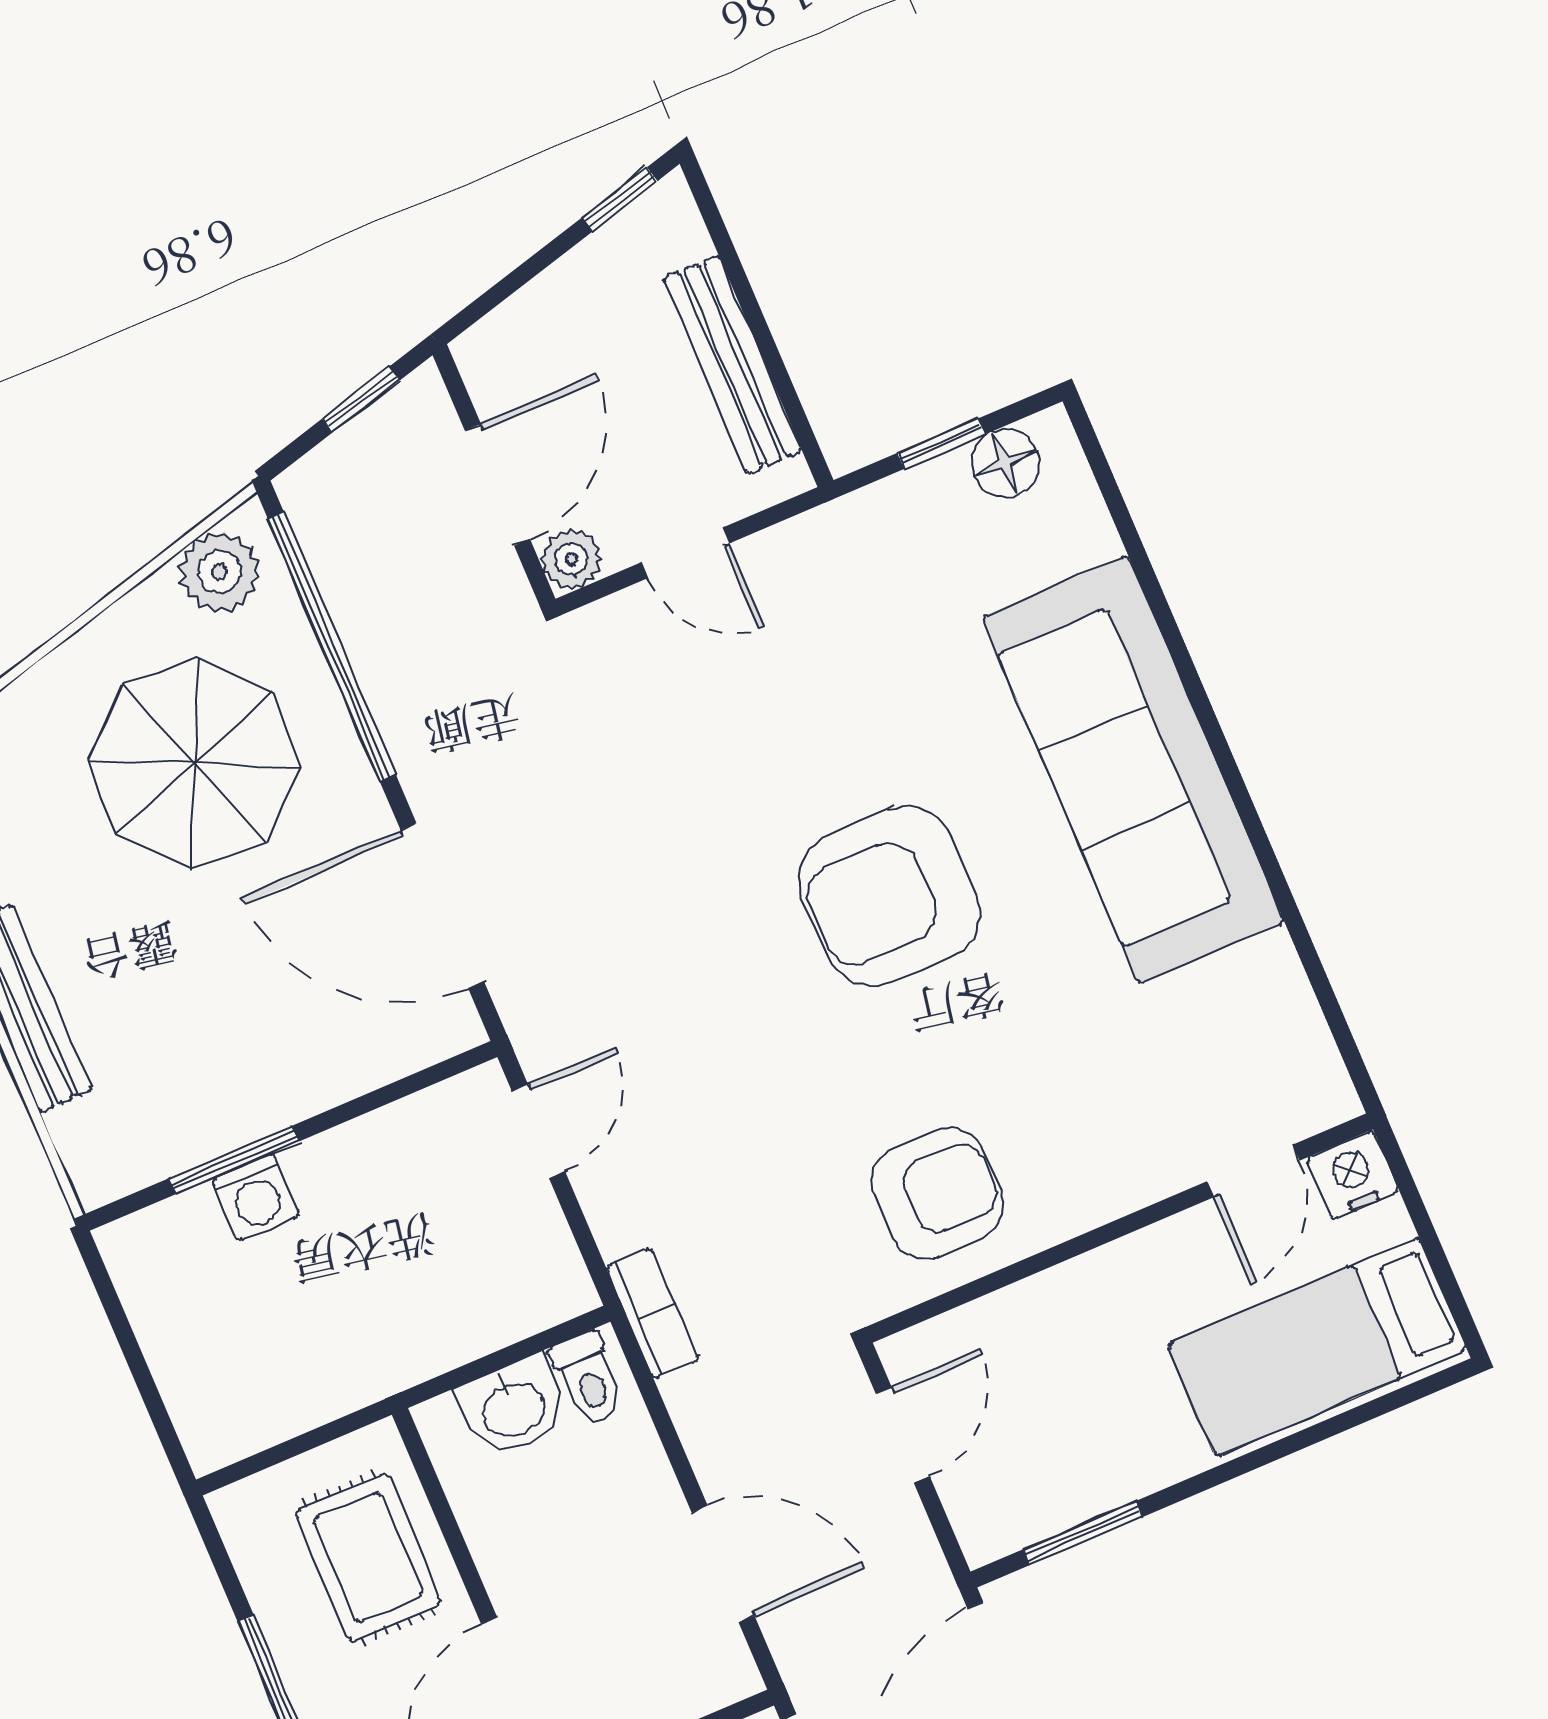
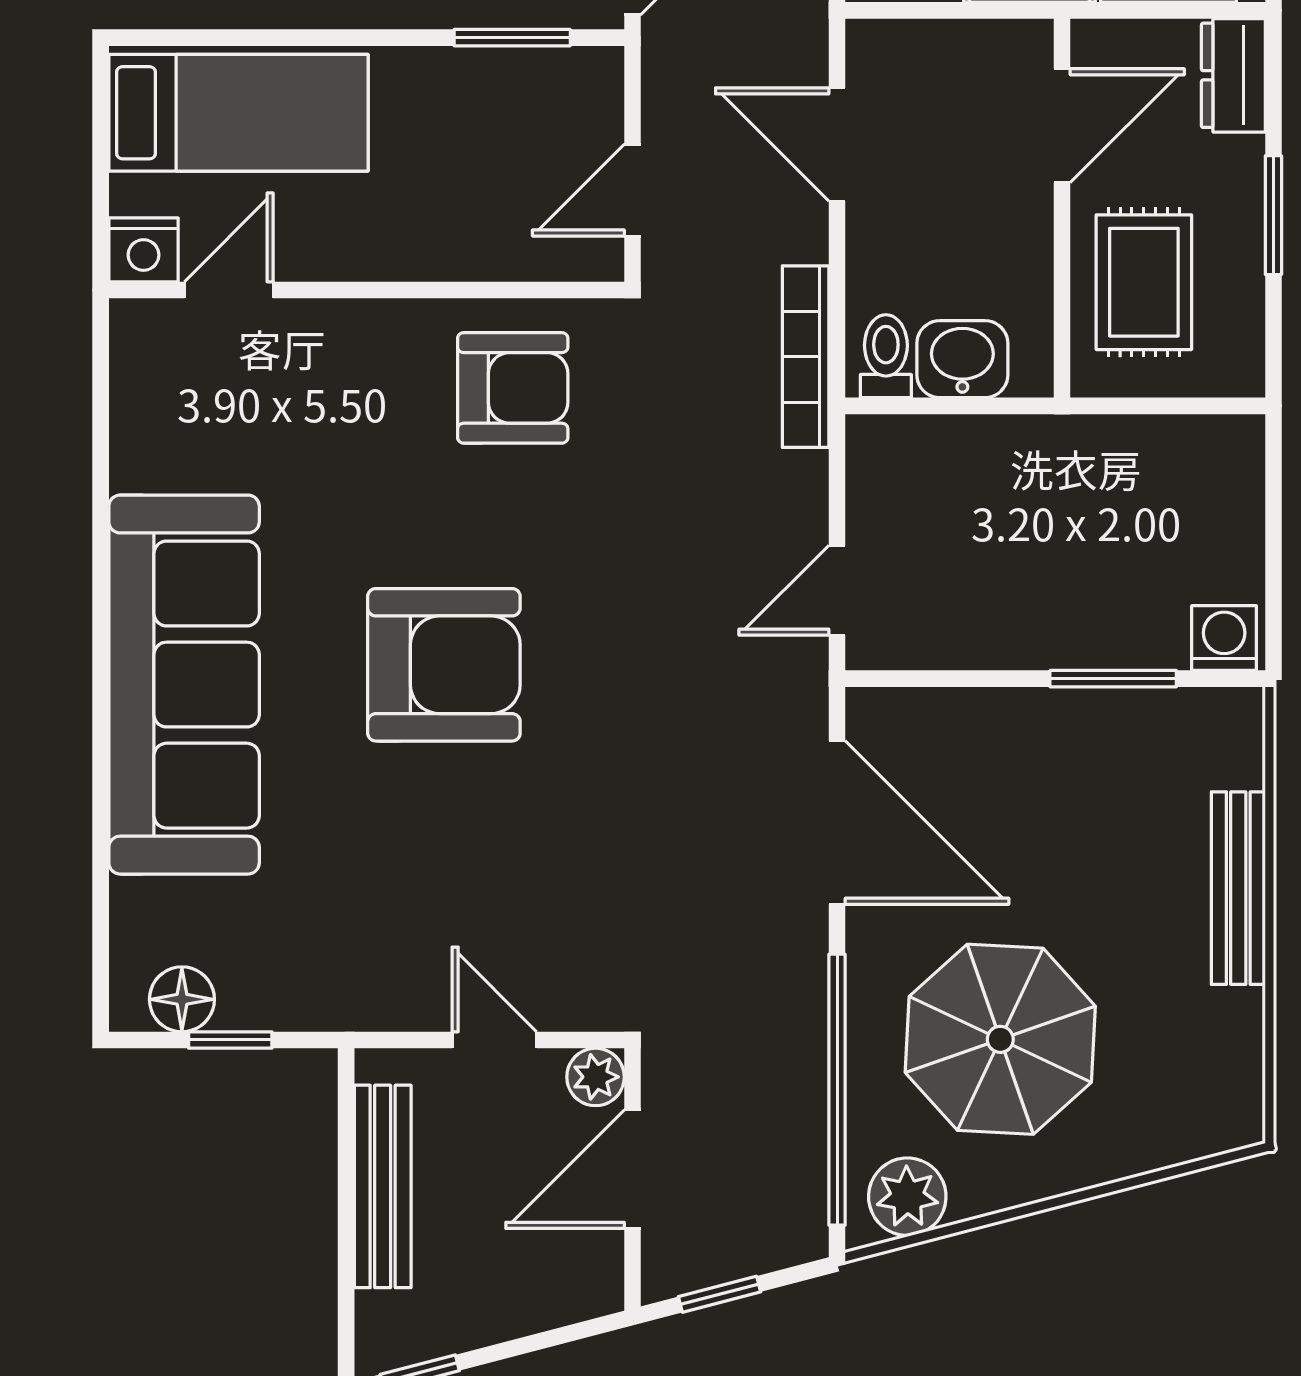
armchair: (937, 1193) -> (513, 388), turned 180
washing machine: (256, 1197) -> (1224, 638), moved
bookcase: (652, 1313) -> (806, 357), width x1.56

